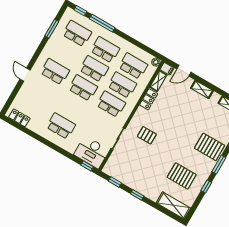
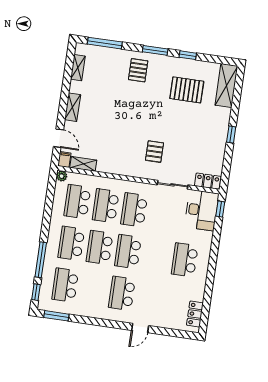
window: (52, 29) -> (56, 316), moved
locker: (149, 99) -> (208, 181), moved
pallet: (210, 147) -> (138, 70), width x0.67, depth x0.71
pallet: (182, 176) -> (187, 90), turned 90
window: (115, 182) -> (226, 168), removed

